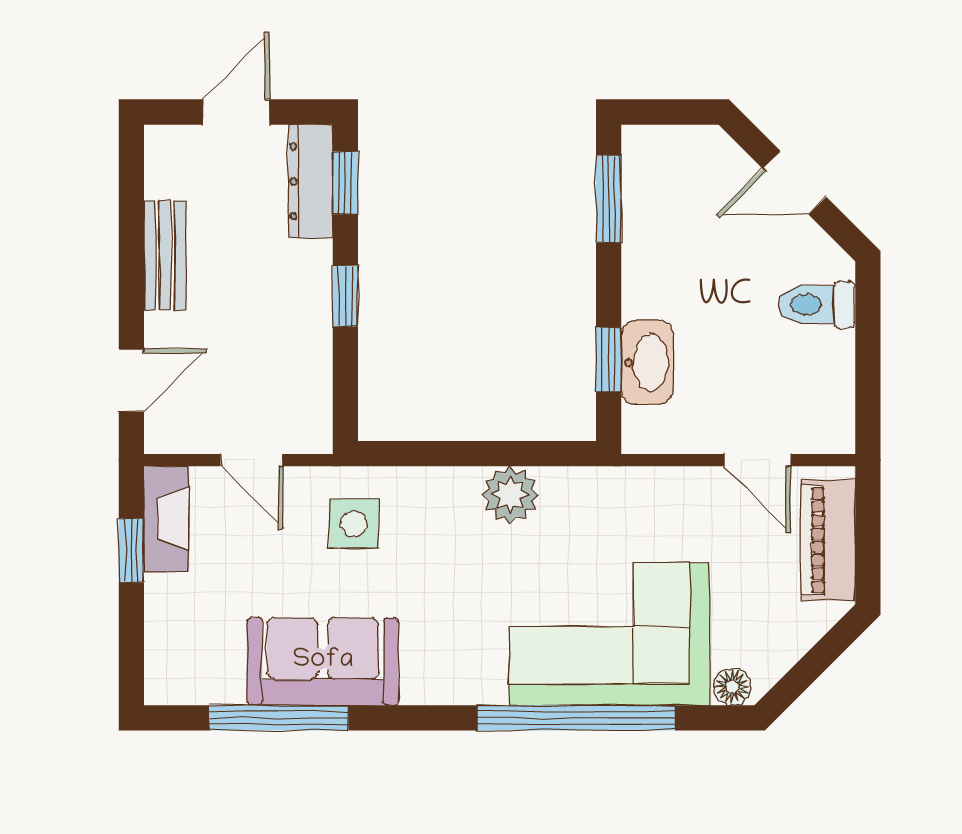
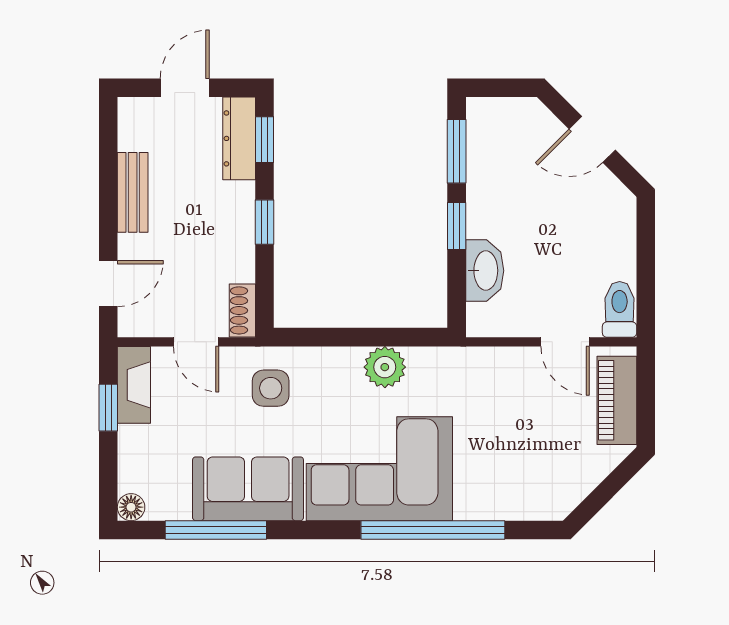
toilet: (817, 305) -> (620, 309), moved, turned 90
window: (609, 360) -> (457, 226), moved
shoe rack: (315, 417) -> (242, 310), added
corner sofa: (609, 634) -> (379, 469), moved
floor lamp: (732, 687) -> (131, 507), moved

